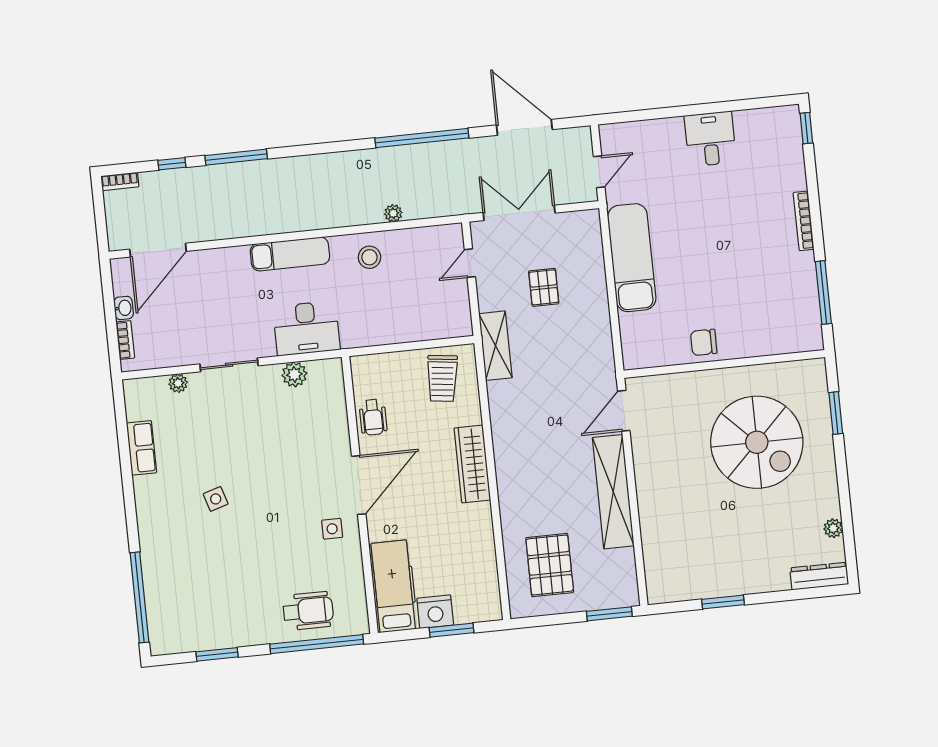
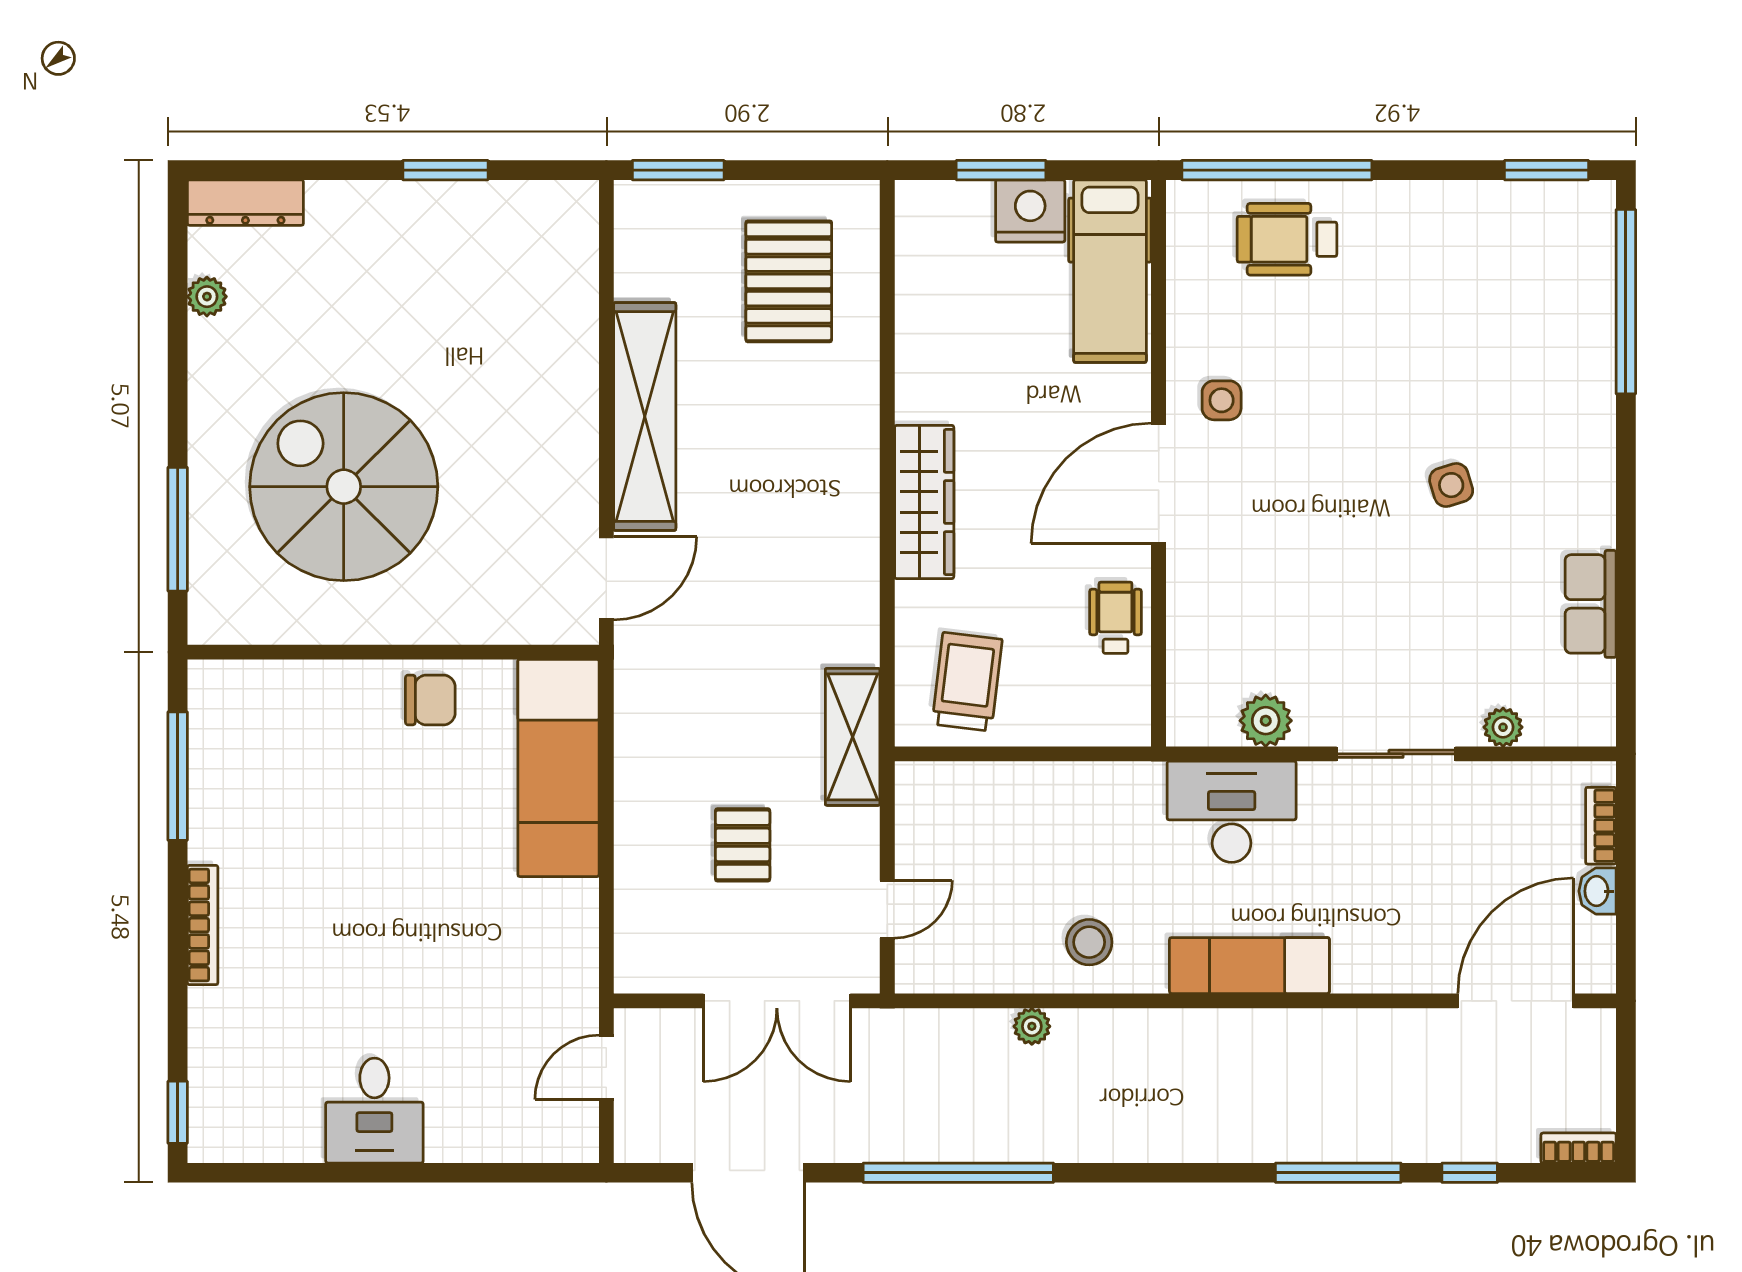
exam couch: (632, 258) -> (558, 768), moved
window: (836, 413) -> (178, 529), width x1.44
window: (217, 654) -> (1547, 170), moved

